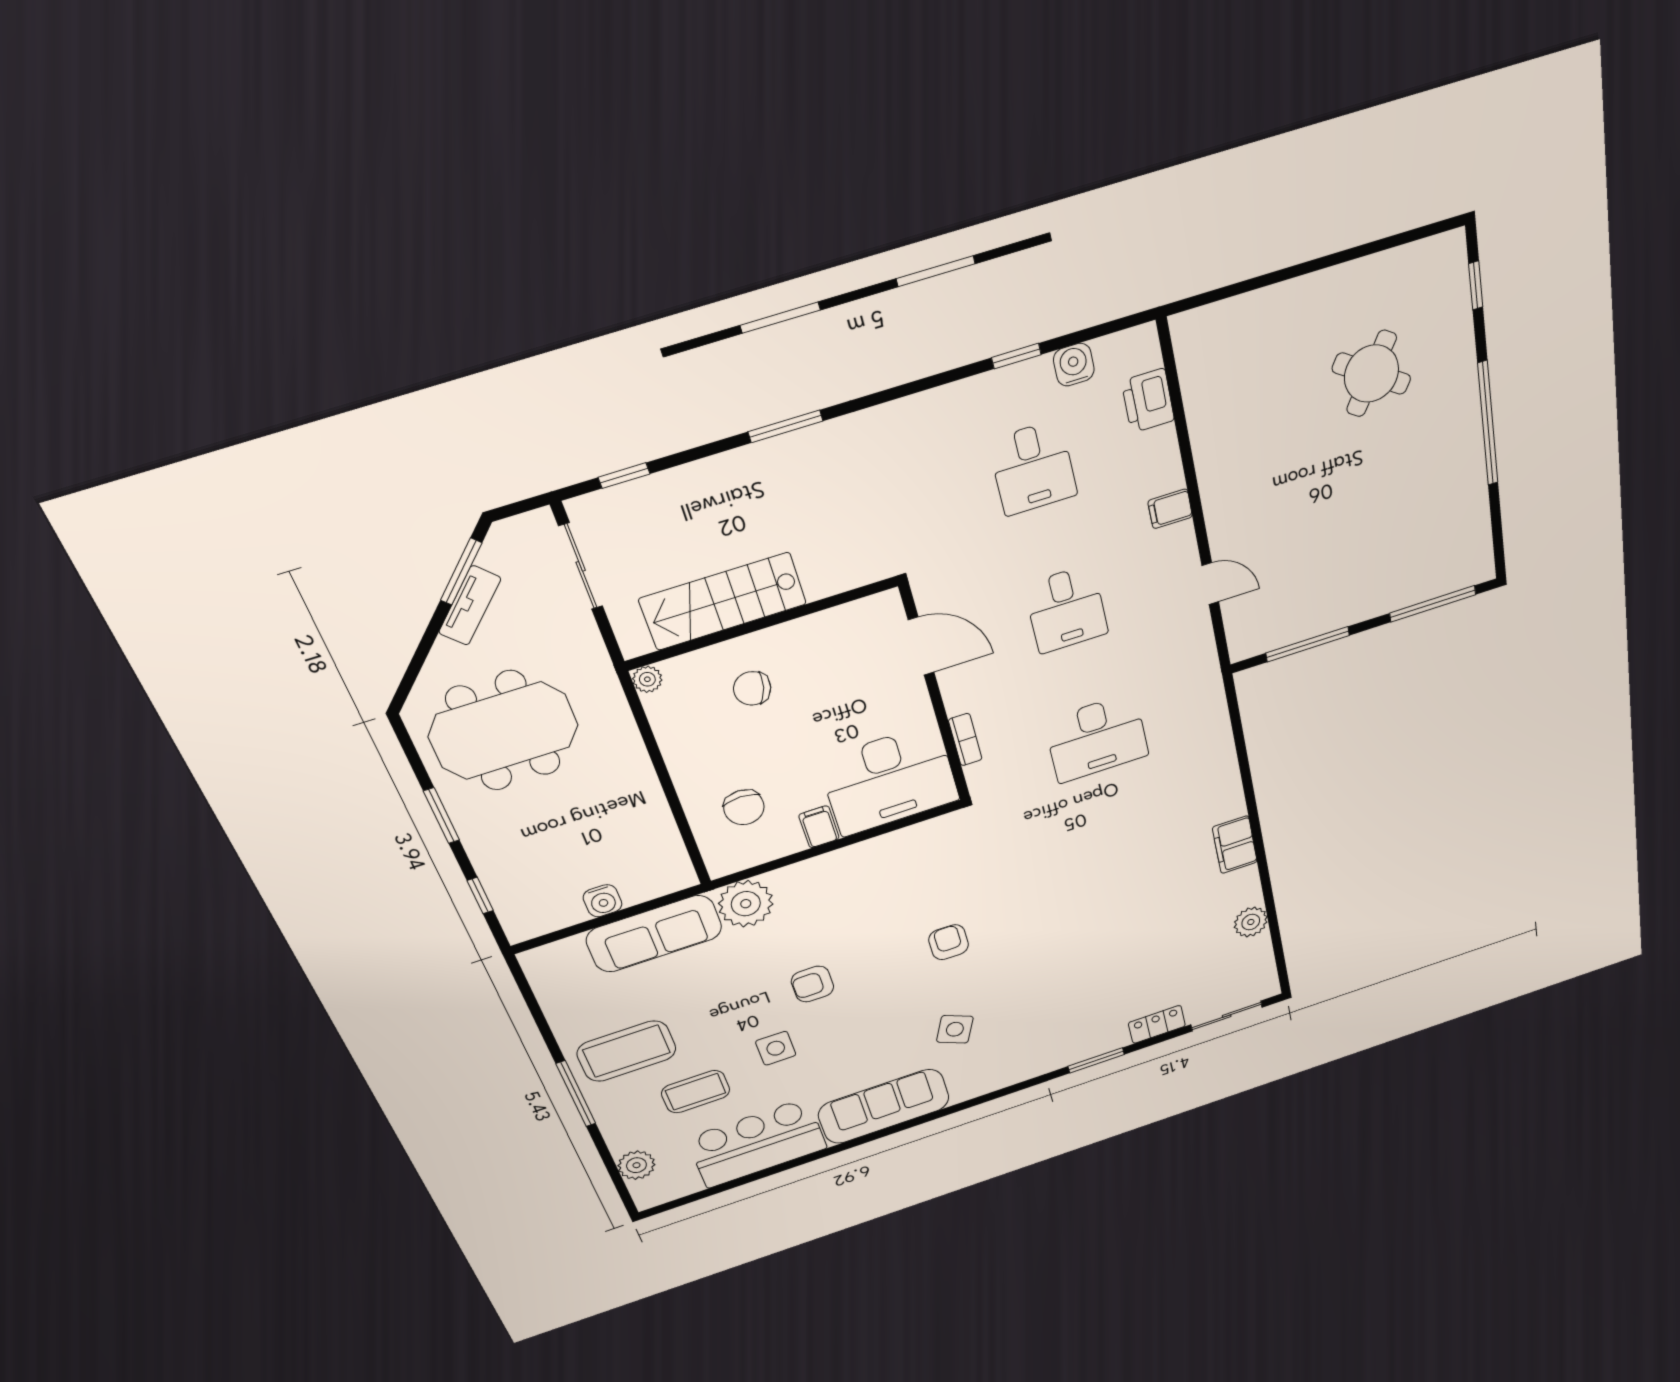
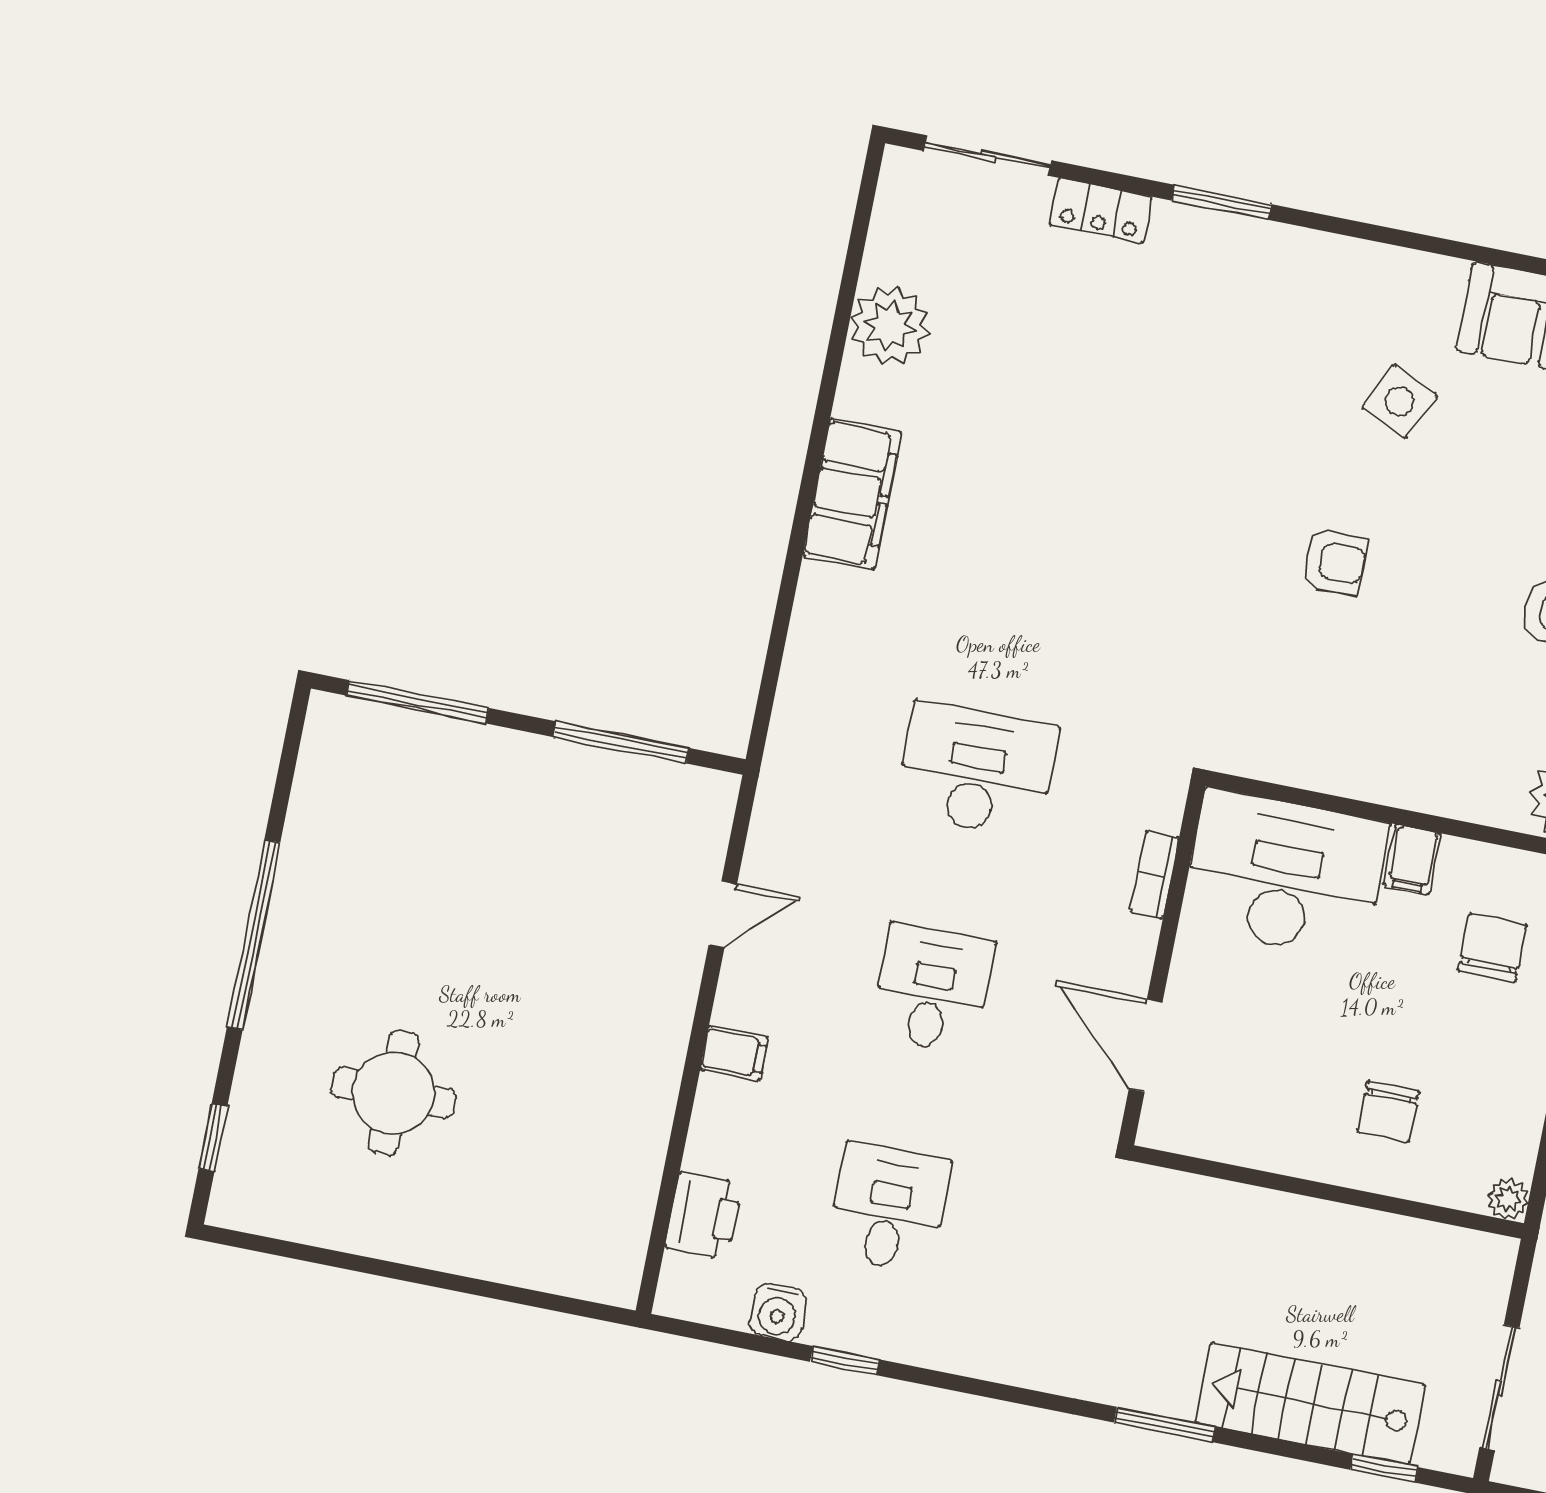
round table: (1371, 374) -> (394, 1093), turned -33
door: (1210, 584) -> (723, 915), swing flipped
stairs: (723, 601) -> (1310, 1404), moved, turned 180
chair: (752, 688) -> (1388, 1112), turned 75
filing cabinet: (1235, 845) -> (852, 494), width x1.50, depth x1.17
plant: (1251, 922) -> (890, 326), width x1.36, depth x1.36
armchair: (949, 942) -> (1334, 562), turned -90

